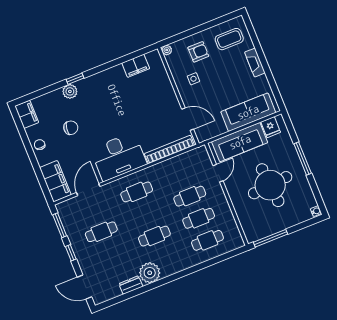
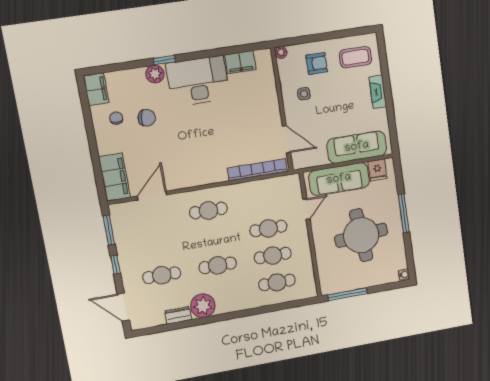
chair: (40, 145) -> (116, 118), moved
desk: (119, 157) -> (198, 81), moved, turned 180
cafe table: (101, 232) -> (162, 275), moved

